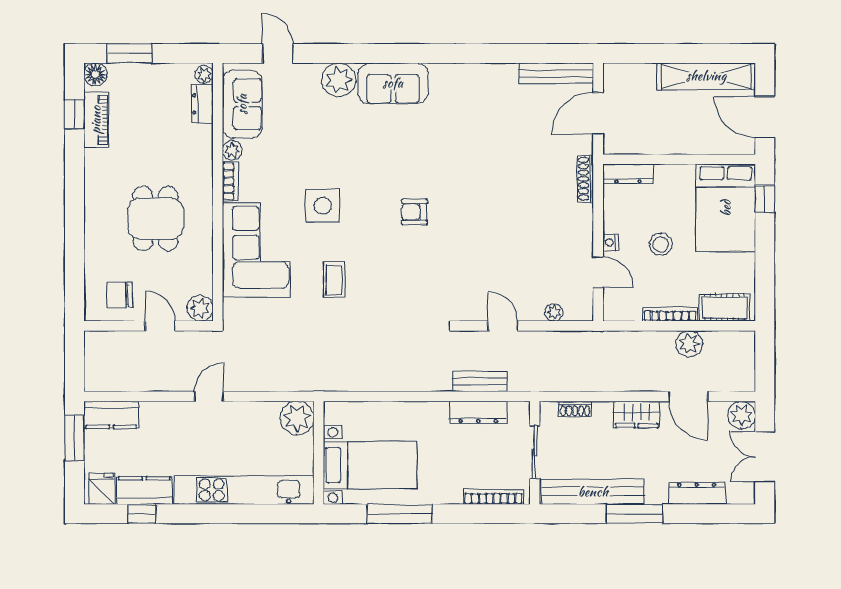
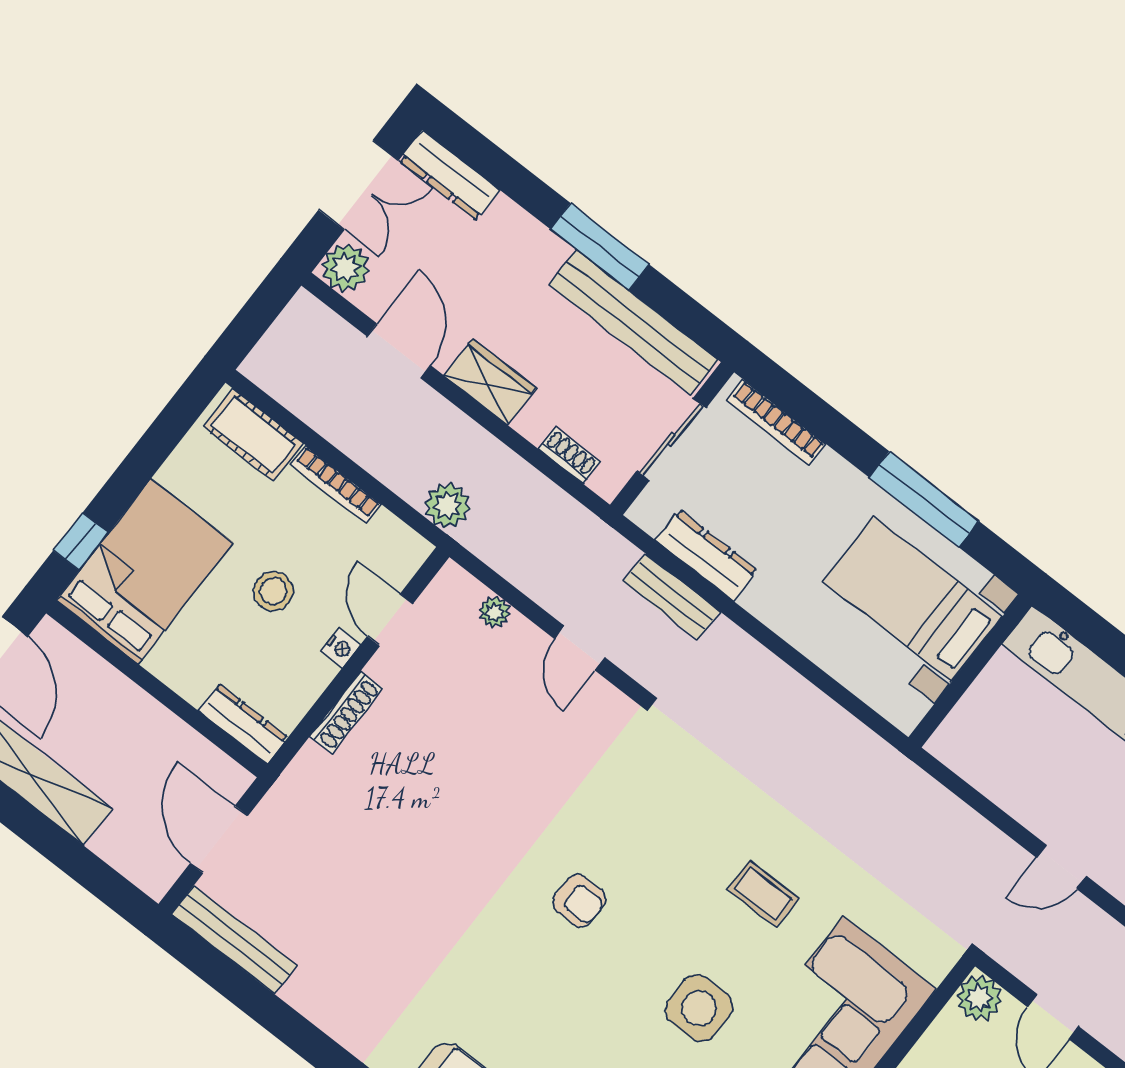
door: (598, 113) -> (219, 839), swing flipped
shoe rack: (585, 179) -> (346, 712), moved
coffee table: (334, 279) -> (763, 894), turned 90
plant: (689, 344) -> (448, 506), moved
plant: (297, 418) -> (963, 742), removed
dresser: (697, 493) -> (450, 175), moved

